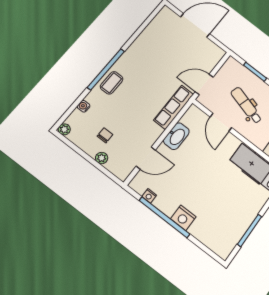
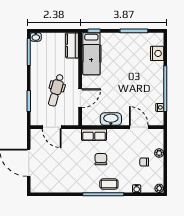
door: (204, 84) -> (52, 127), moved
chair: (144, 95) -> (101, 159), added
row of seats: (174, 107) -> (94, 135), width x0.68
nightstand: (183, 218) -> (157, 53), moved

